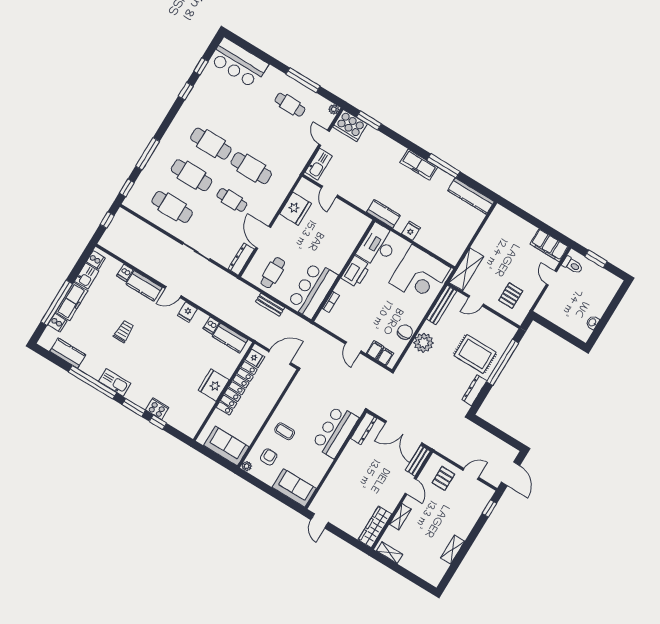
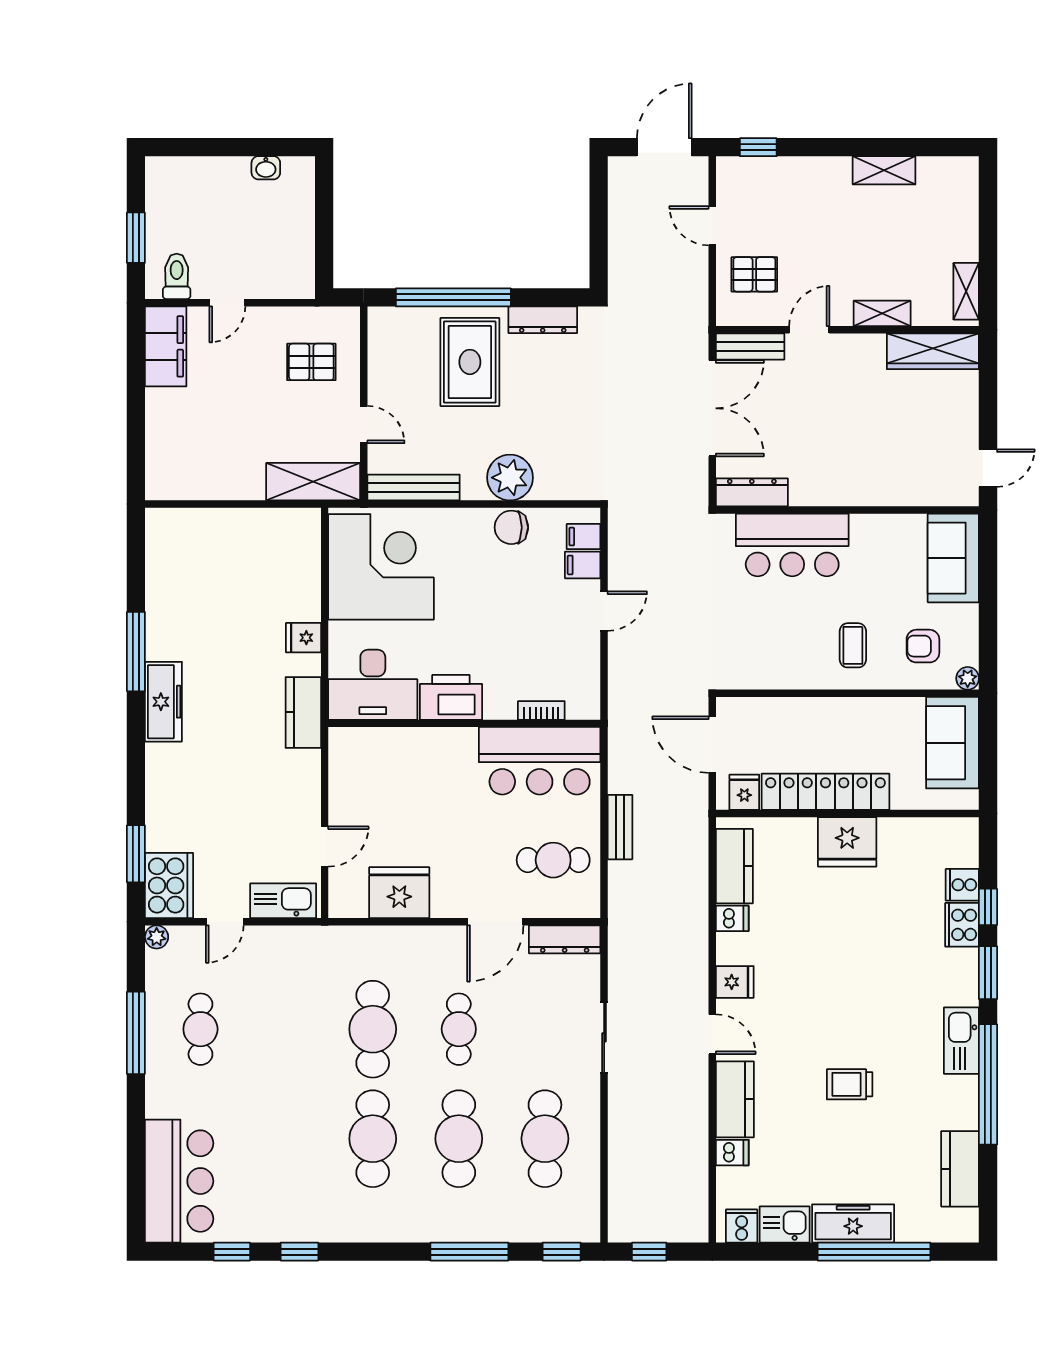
kitchen counter: (471, 196) -> (163, 561), removed
cooker: (57, 323) -> (962, 885), moved, turned -90

